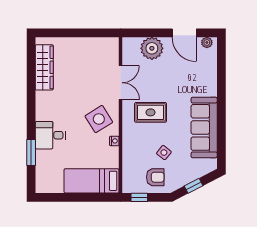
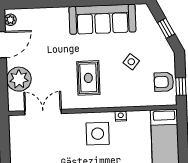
double door: (121, 83) -> (43, 112), moved
side table: (99, 119) -> (98, 134), turned 32
armchair: (155, 177) -> (164, 82), moved, turned -90

